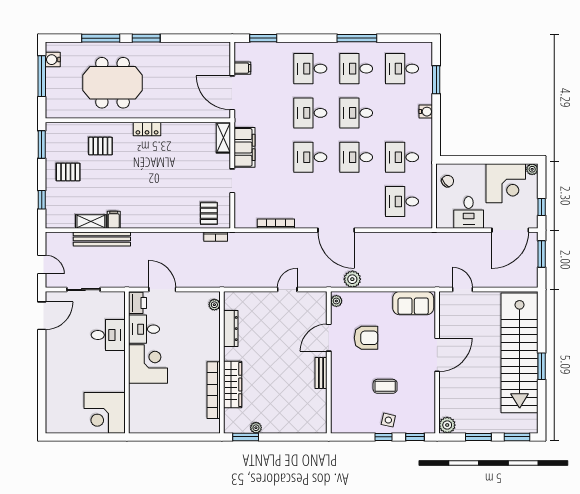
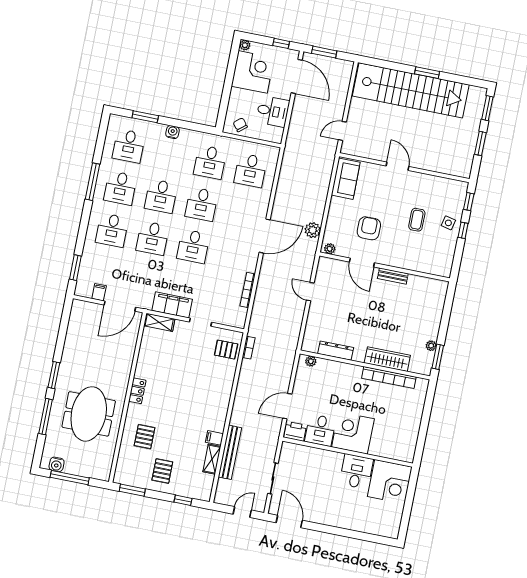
desk: (108, 335) -> (356, 472), moved
door: (437, 355) -> (398, 166), width x0.73
plant: (447, 425) -> (464, 170), removed

